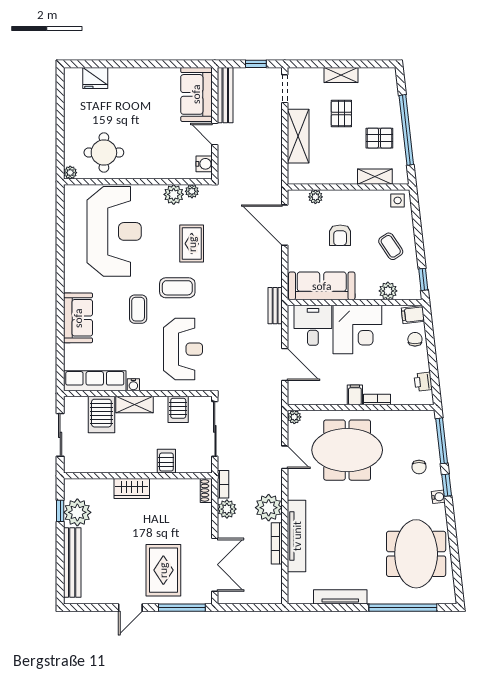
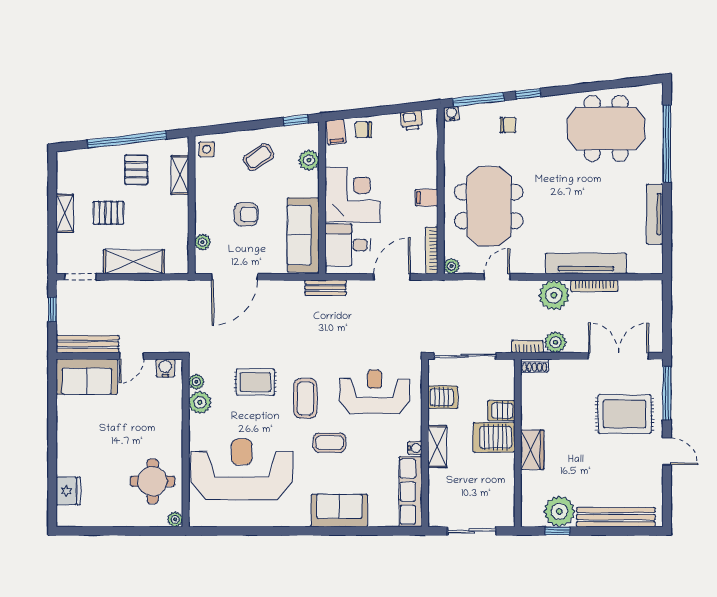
bookcase: (377, 399) -> (432, 250), moved, width x1.56
server rack: (101, 415) -> (494, 437), moved, turned 180
water cooler: (438, 497) -> (452, 114), moved

